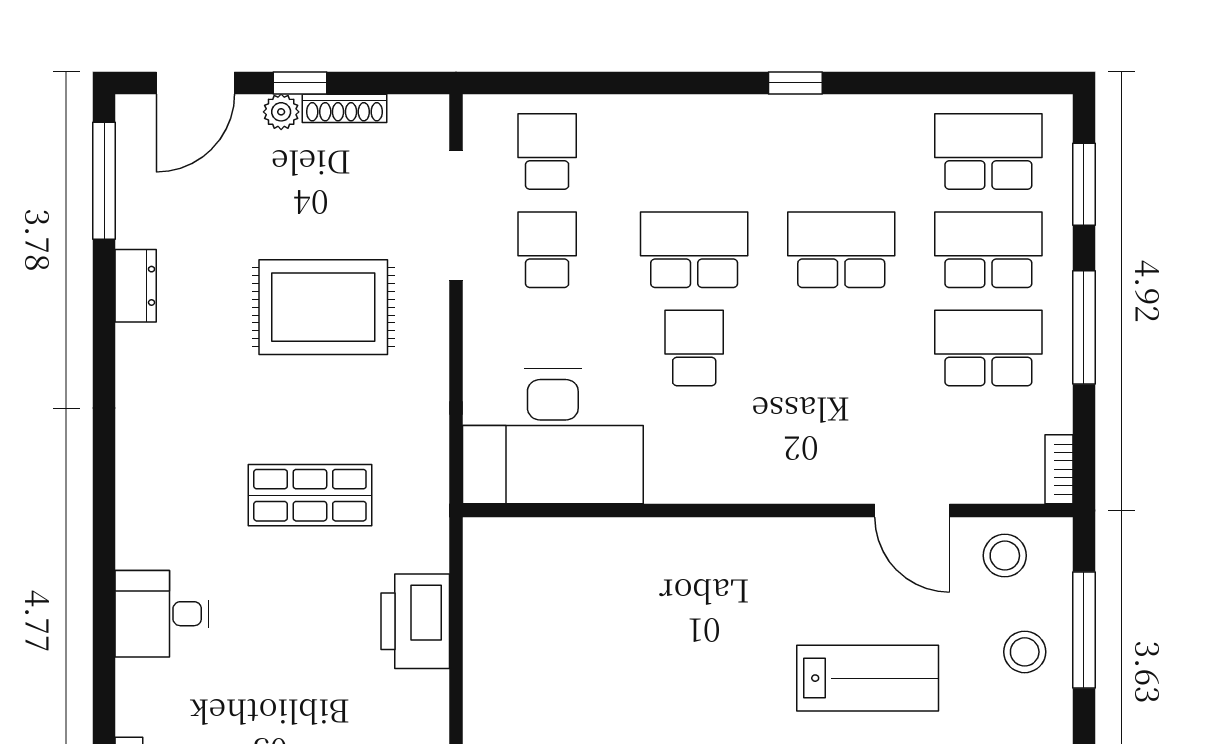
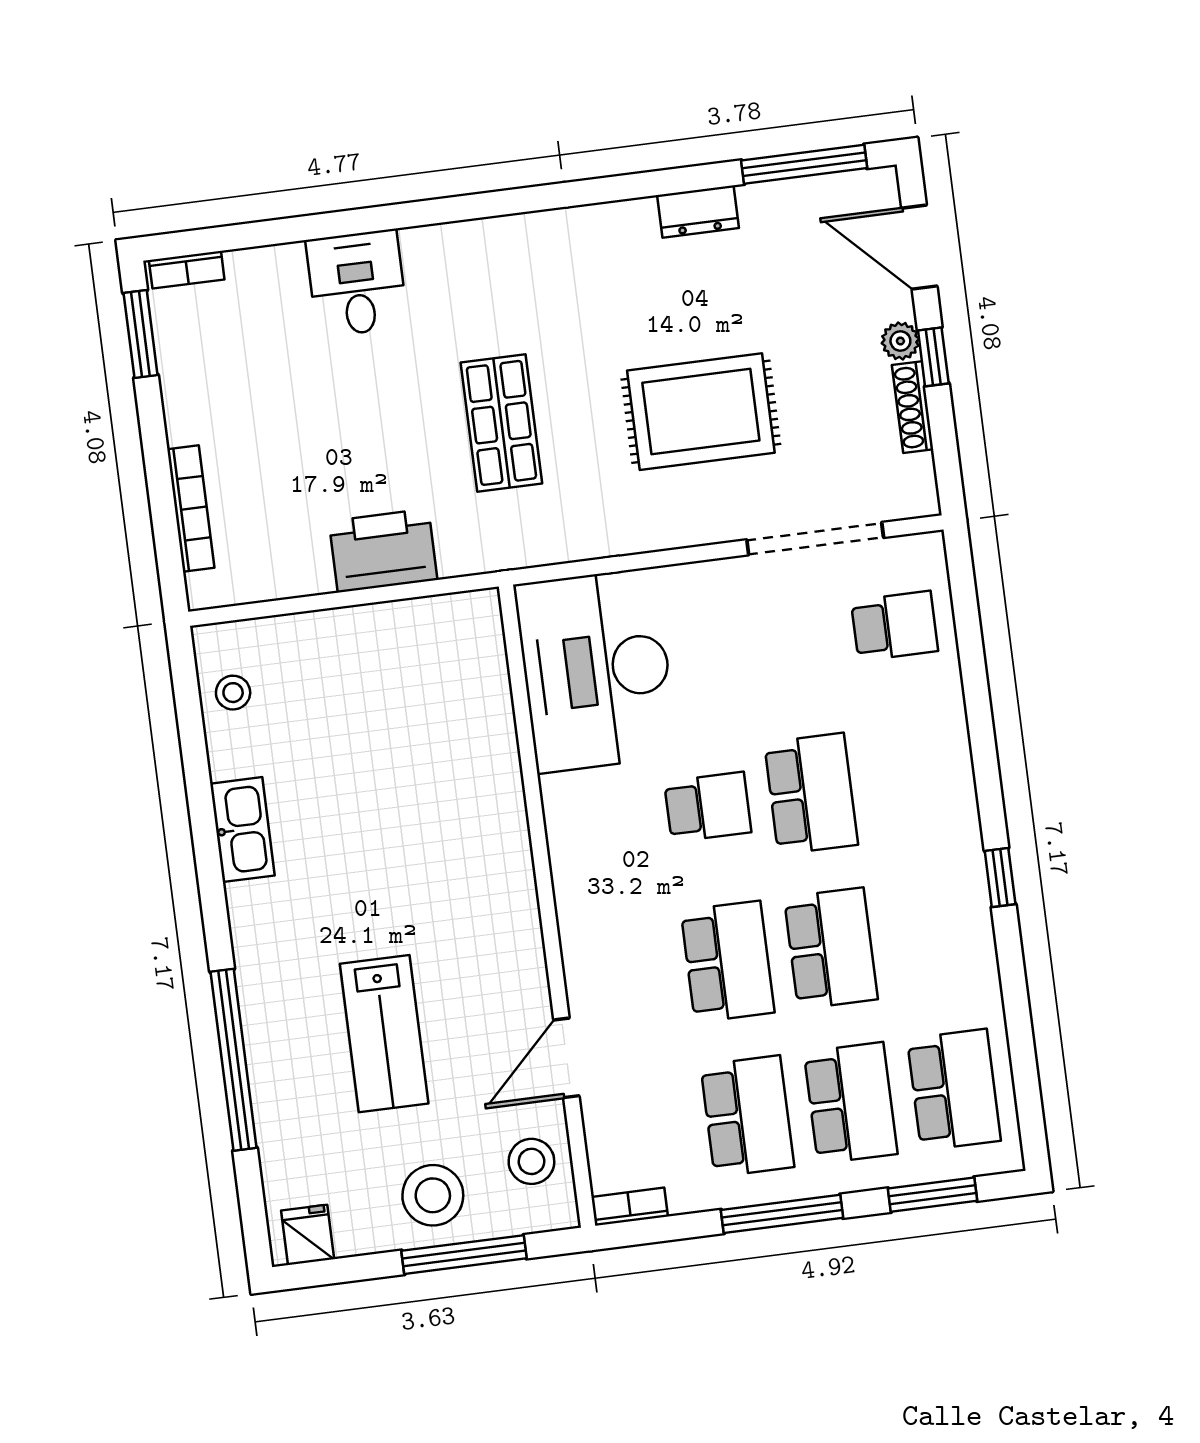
school desk: (547, 250) -> (728, 962), moved, width x1.85
rug: (323, 307) -> (701, 412), turned 90
stool: (1025, 652) -> (433, 1195), width x1.38, depth x1.38

